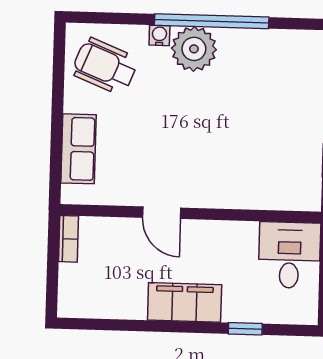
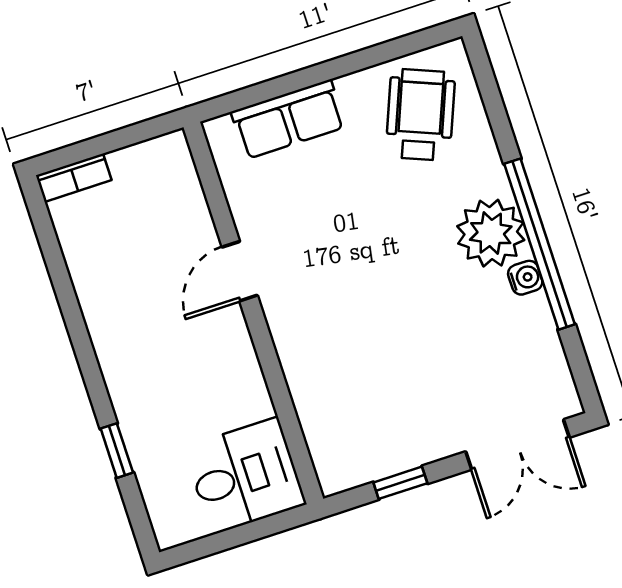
water cooler: (159, 35) -> (525, 278), moved
bookcase: (69, 239) -> (74, 178), moved
filing cabinet: (185, 302) -> (123, 350), removed

